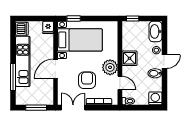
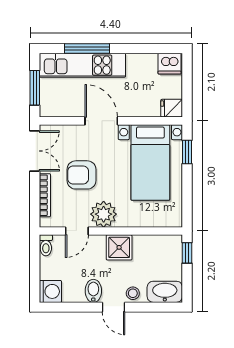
kitchen unit: (23, 61) -> (82, 65), moved
armchair: (87, 80) -> (81, 175), turned 180

